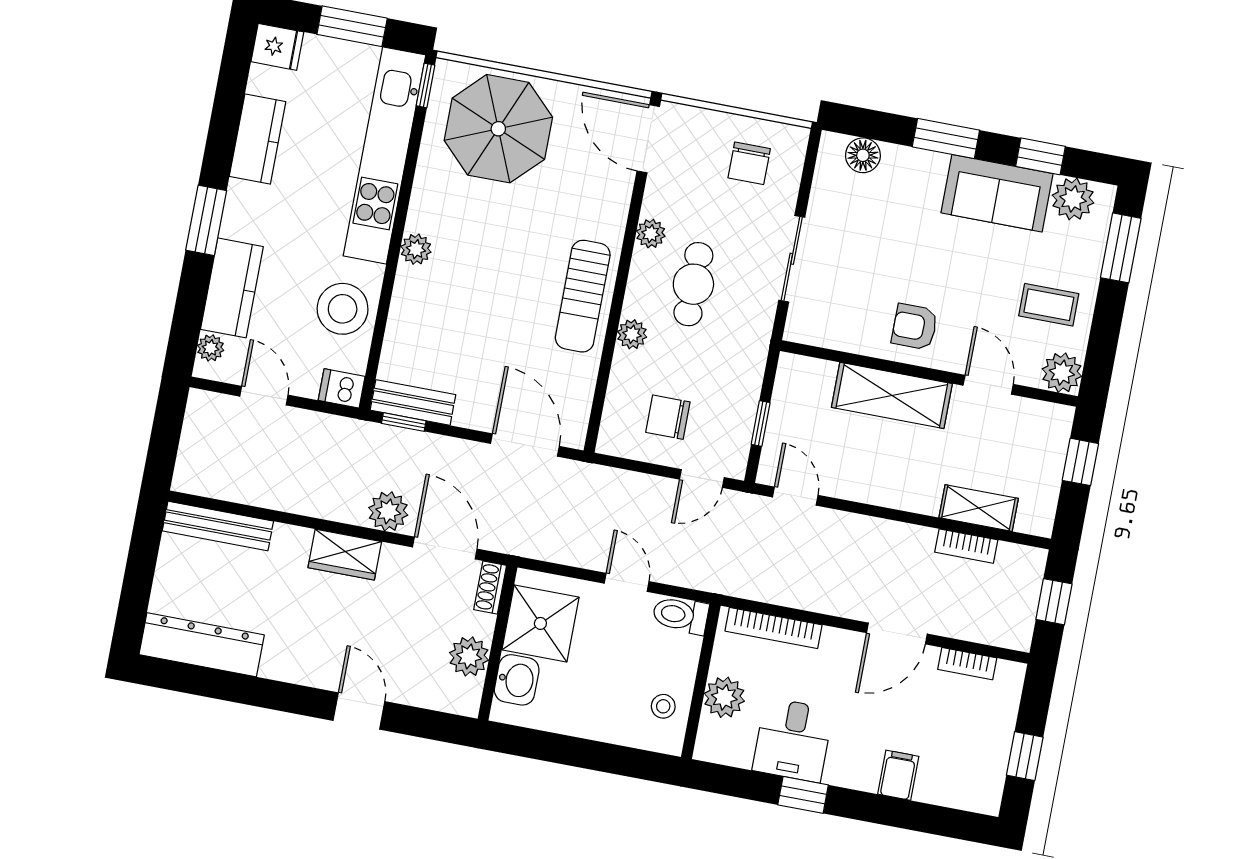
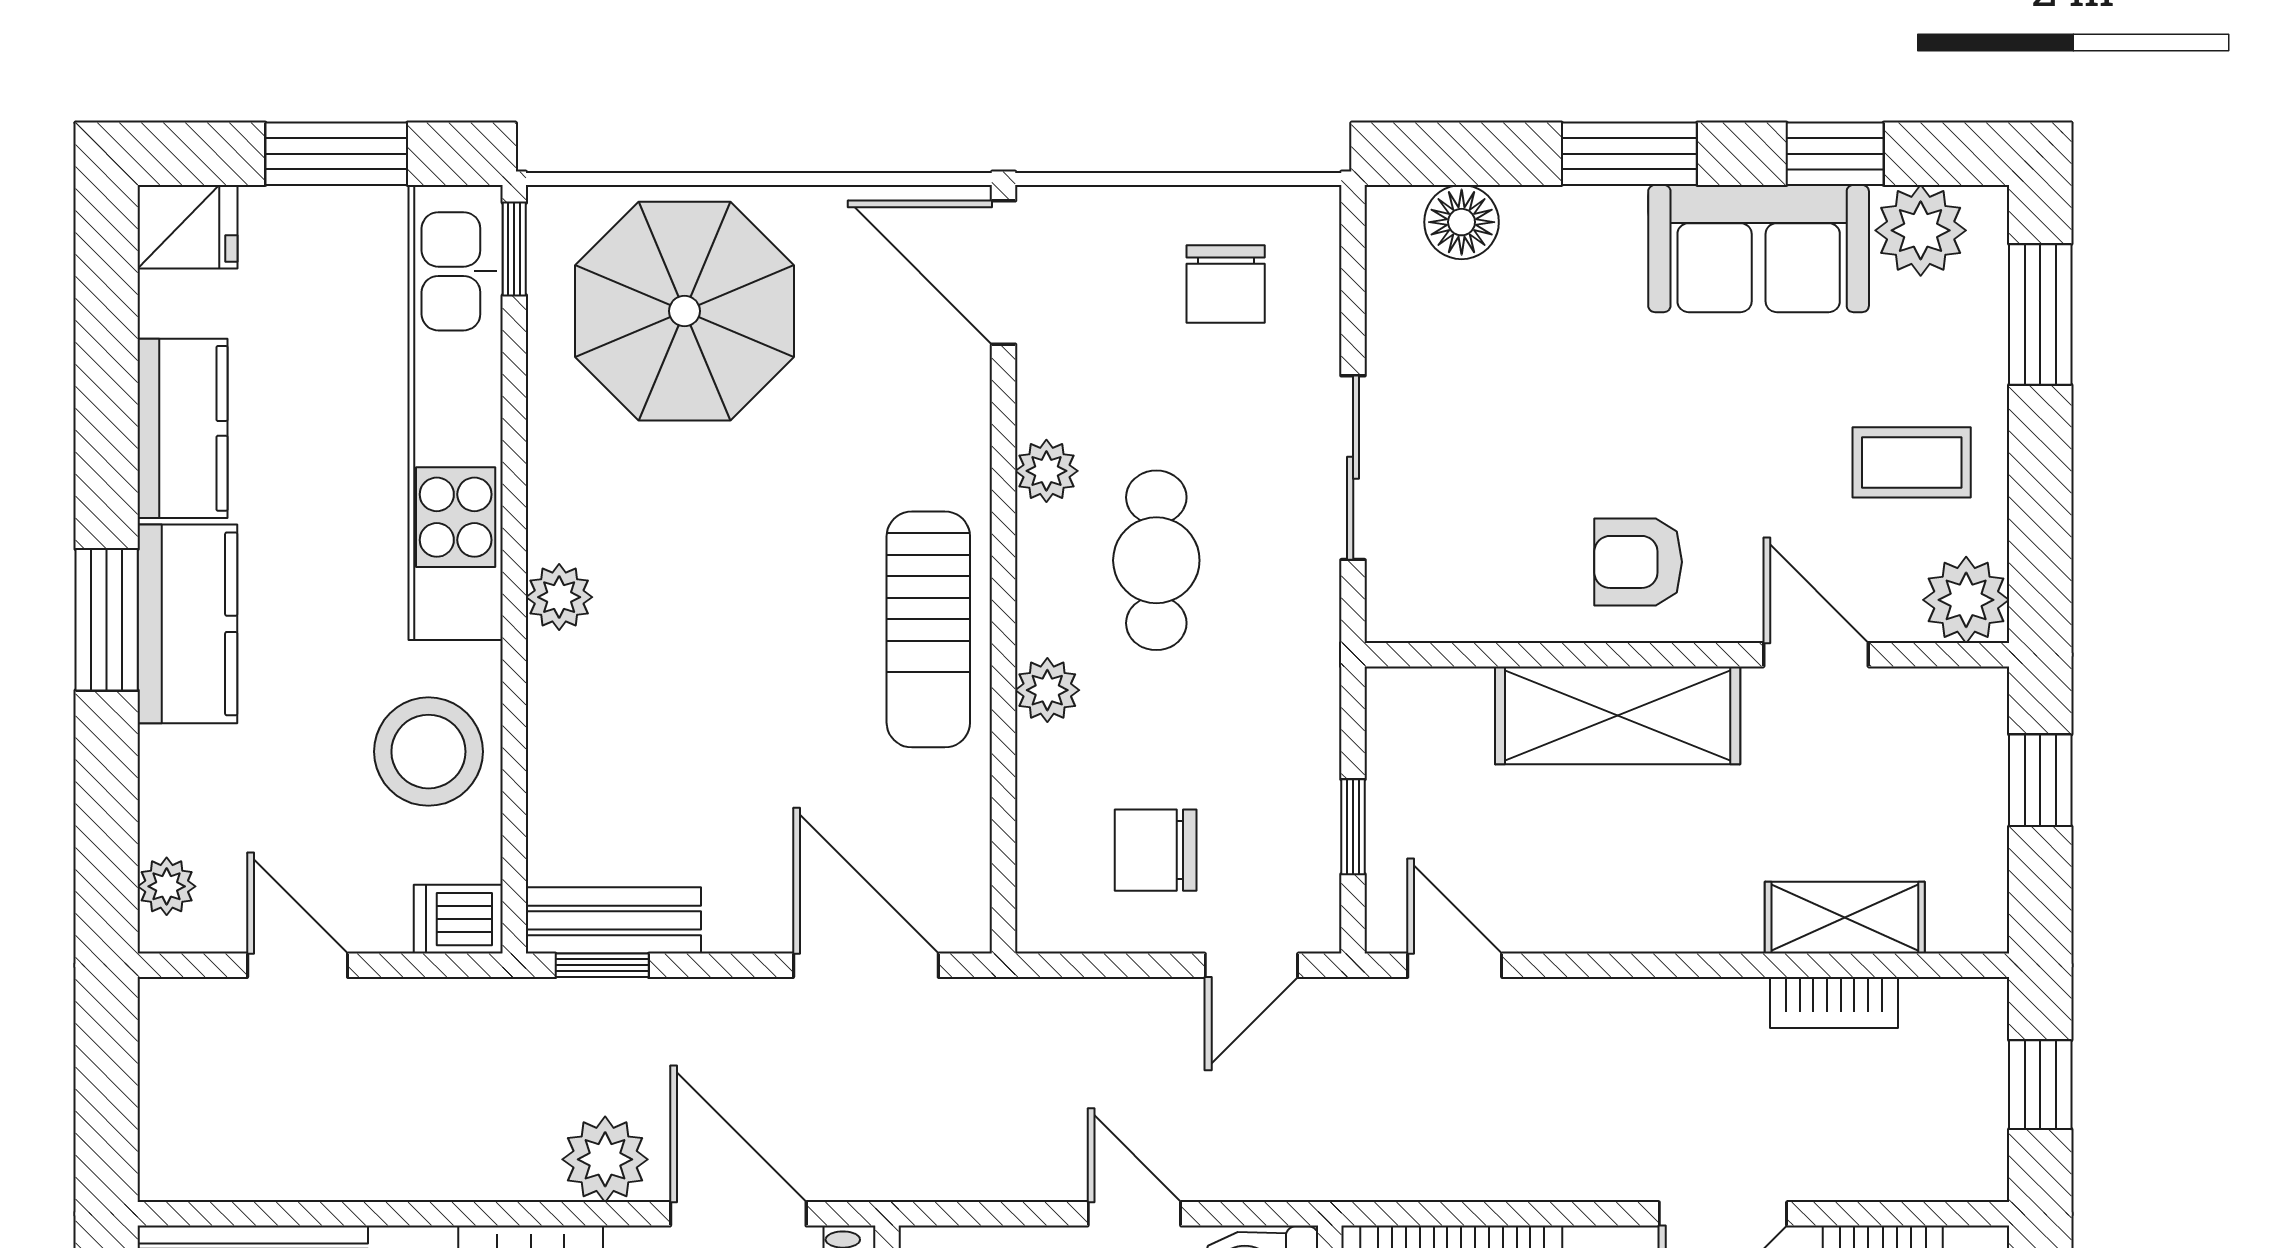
kitchen counter: (232, 288) -> (187, 624), moved

